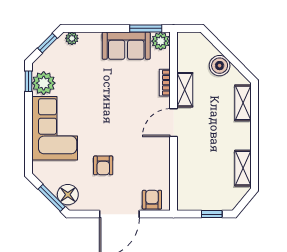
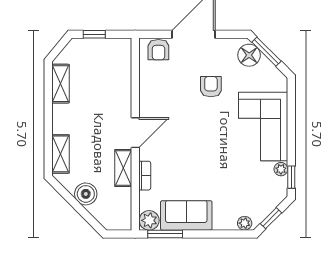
plant: (44, 83) -> (281, 169), width x0.53, depth x0.53

